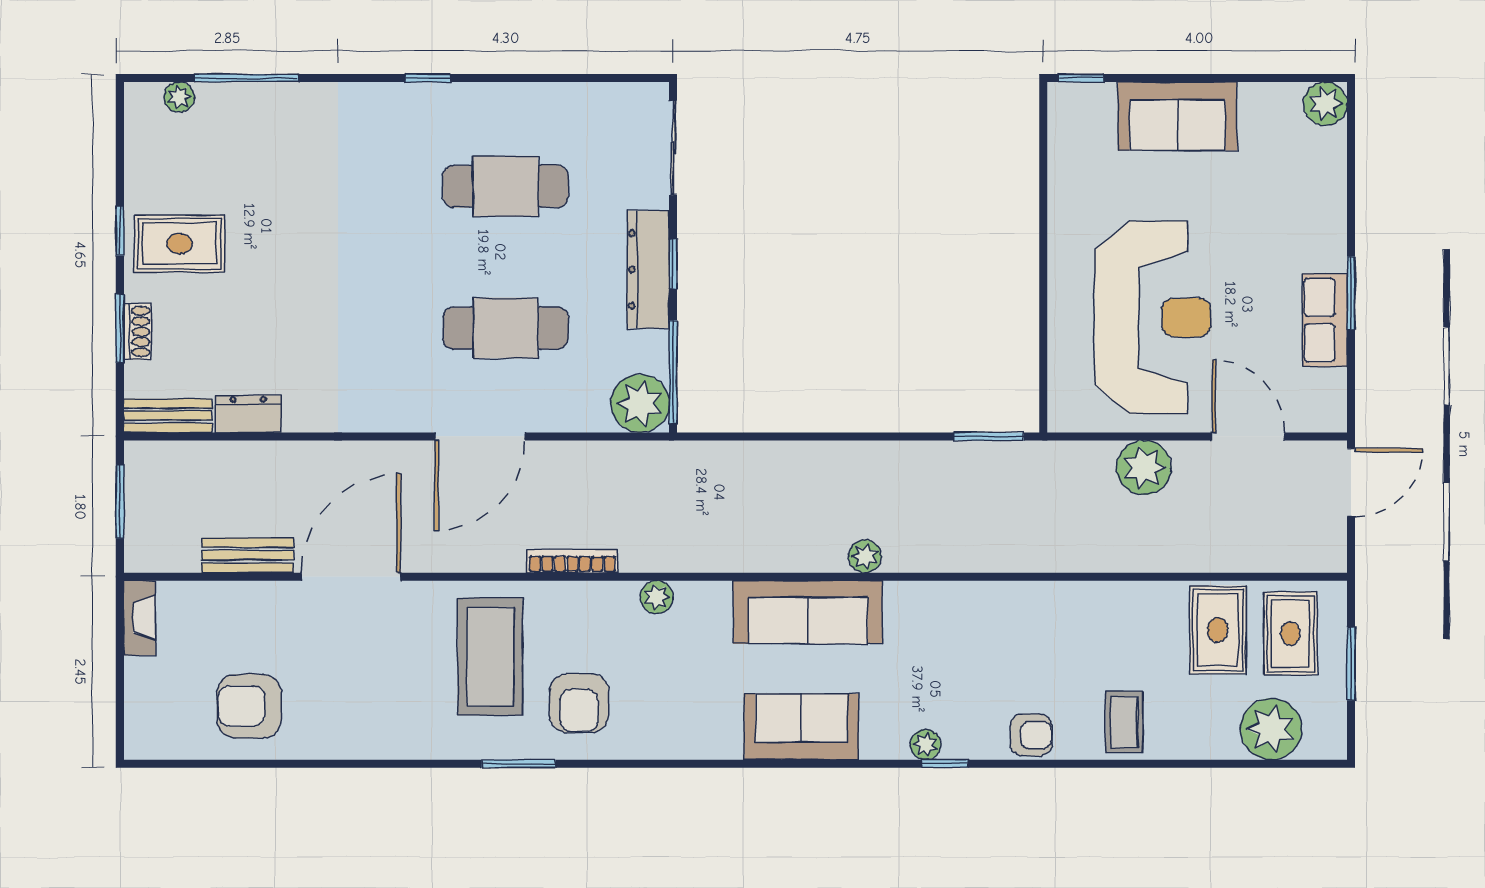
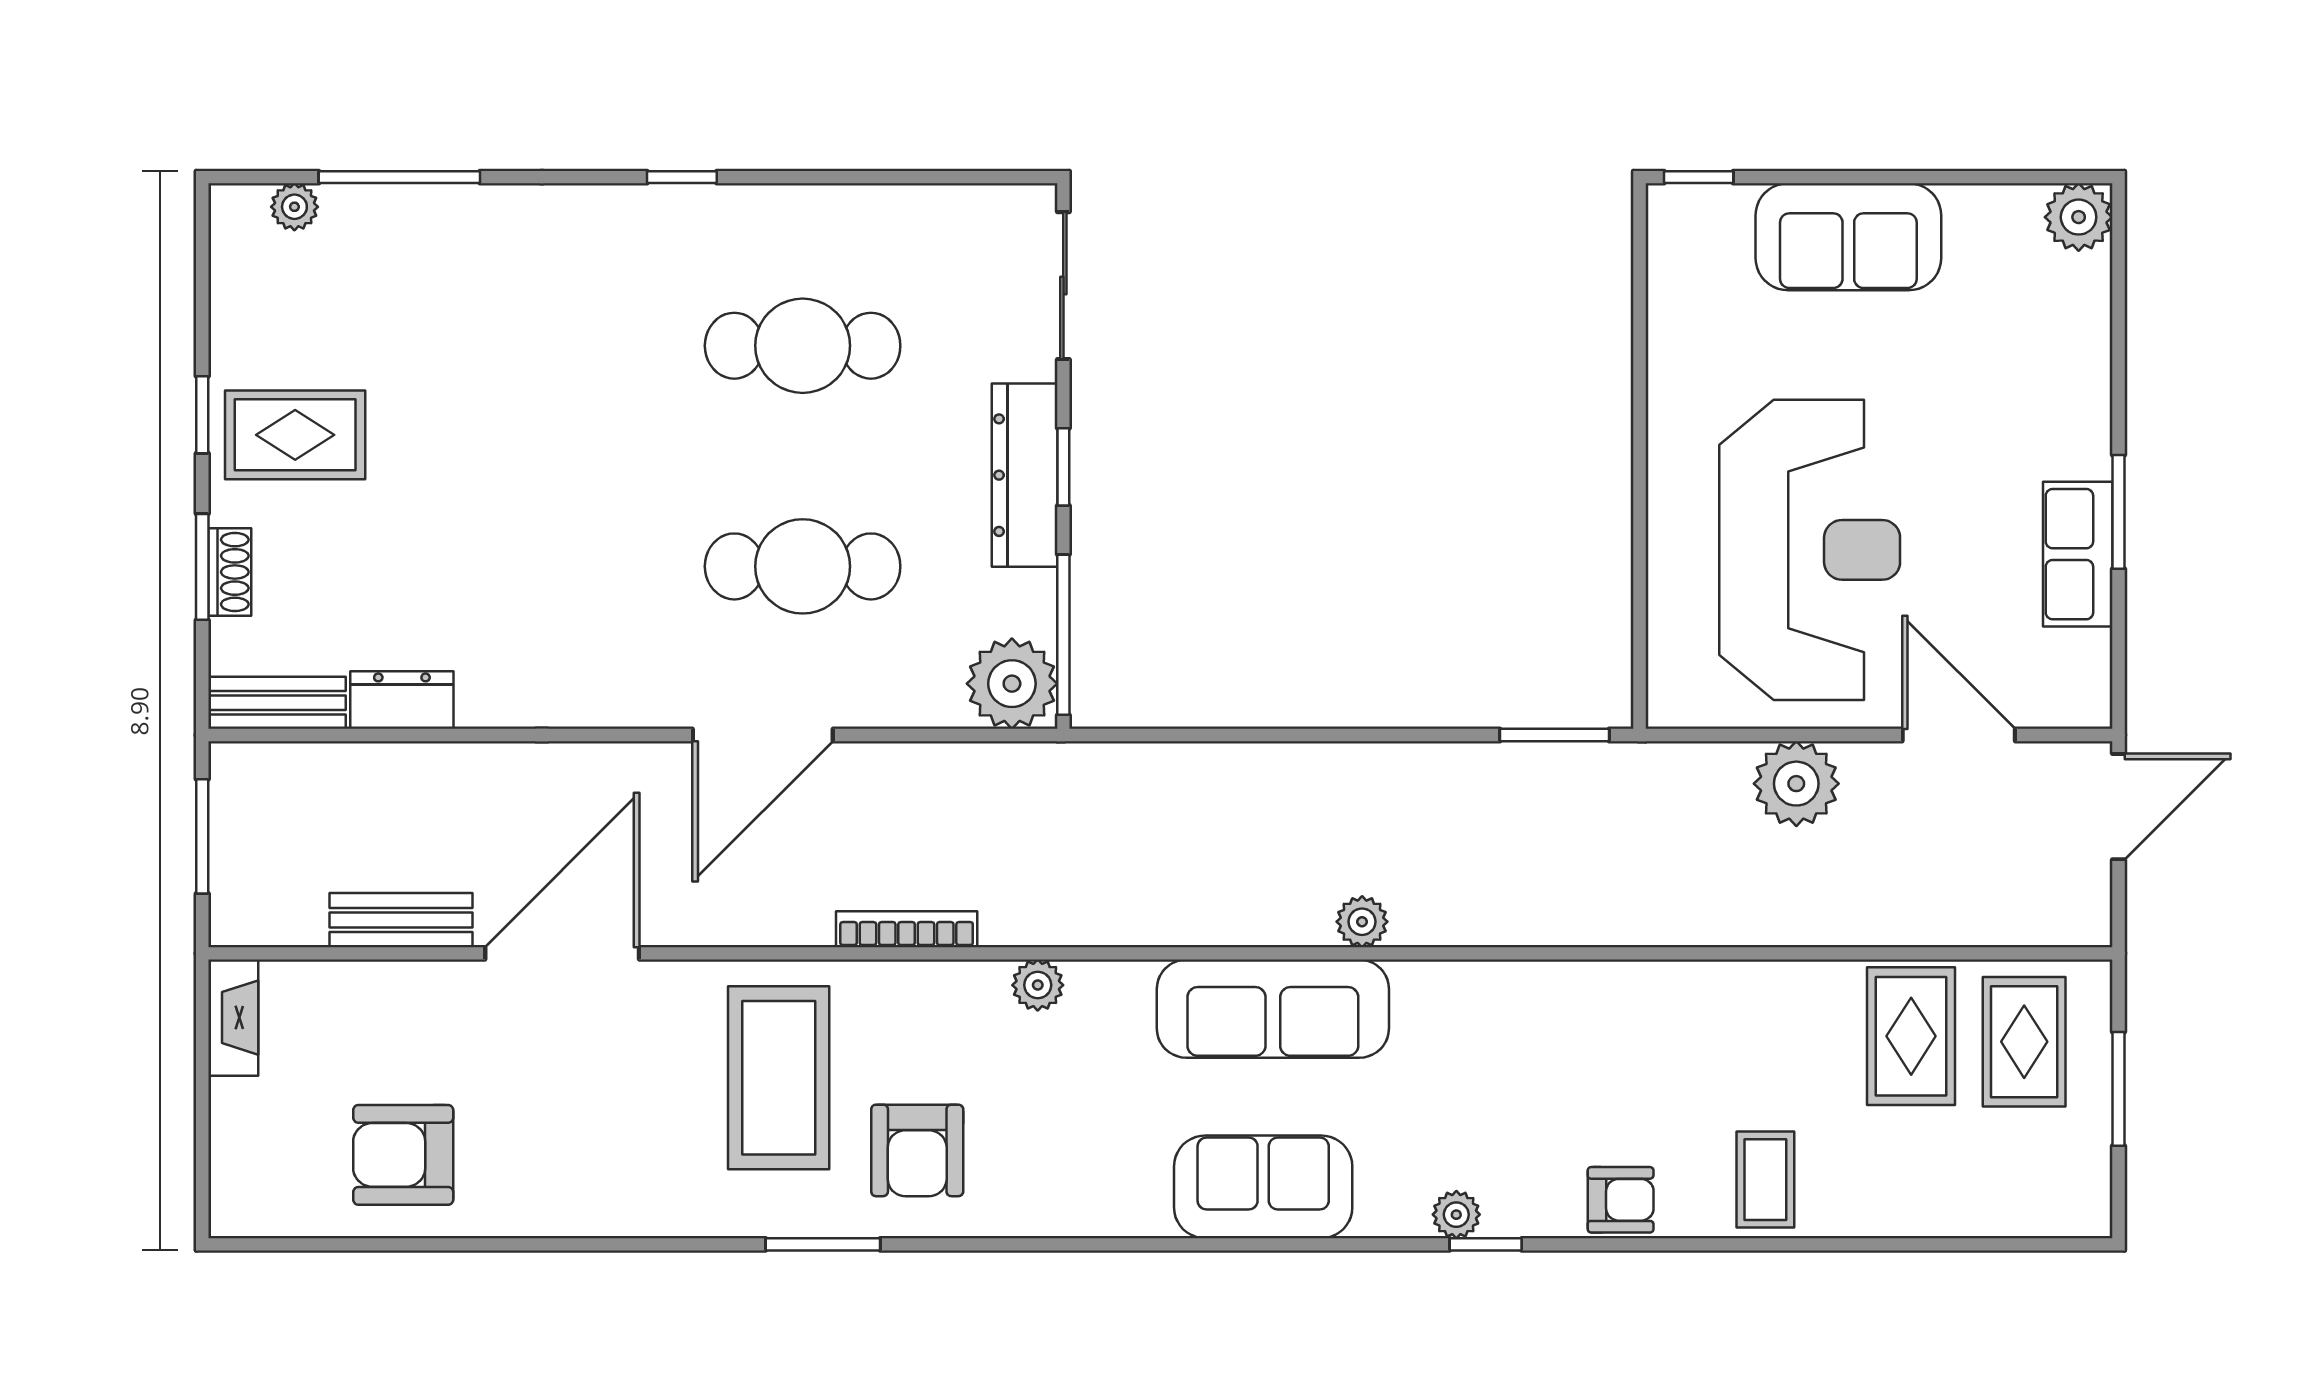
plant: (1271, 729) -> (1994, 1190), removed

